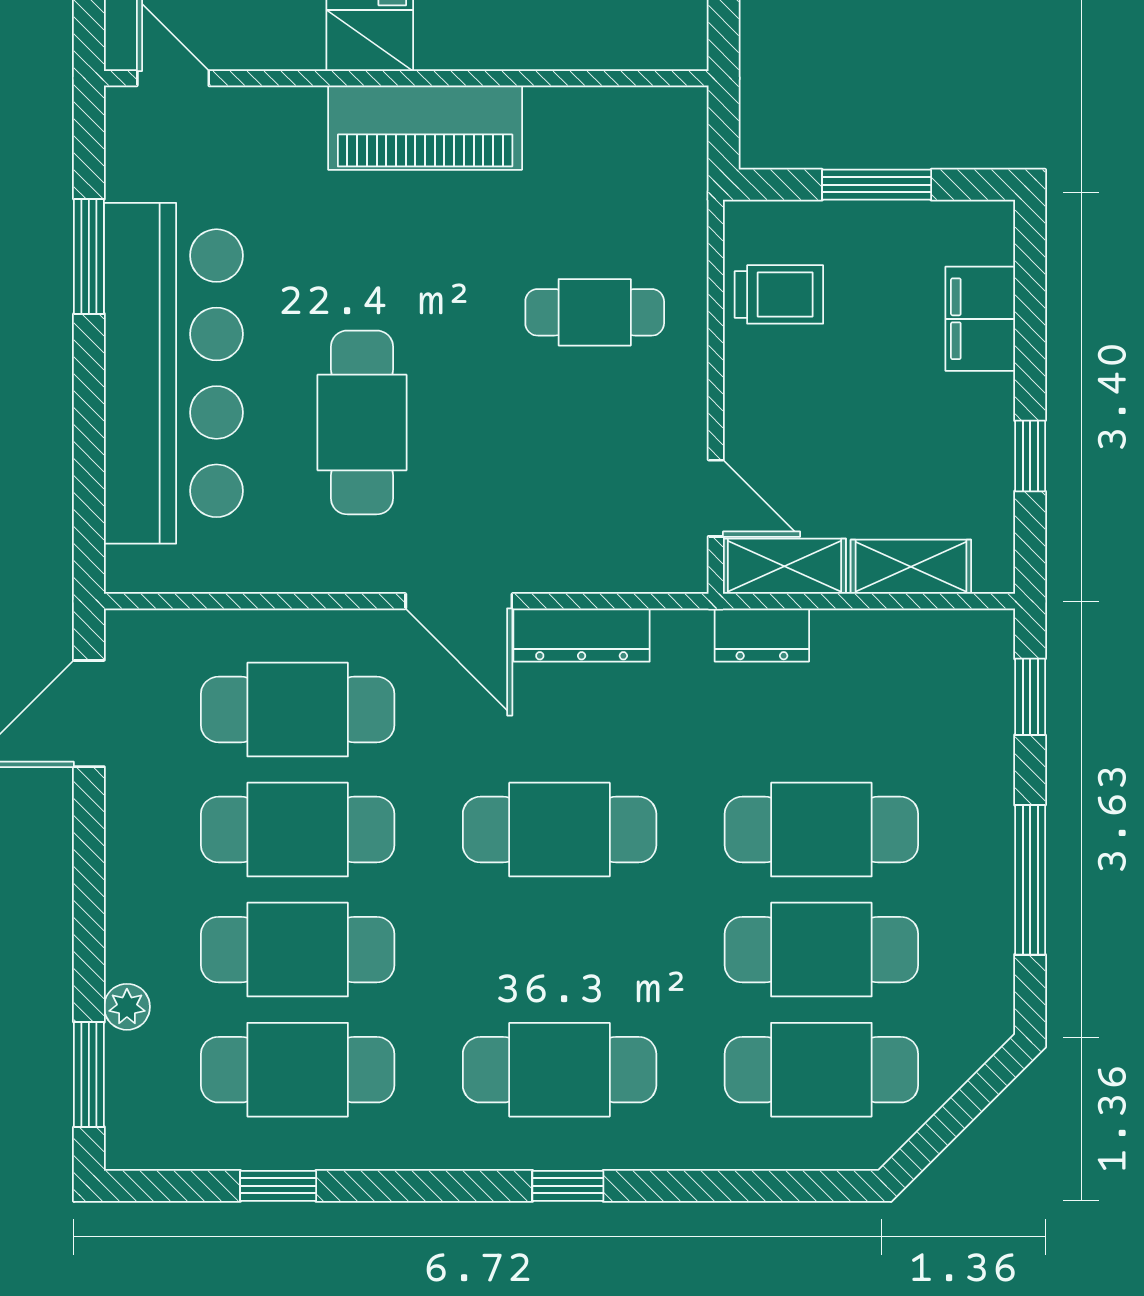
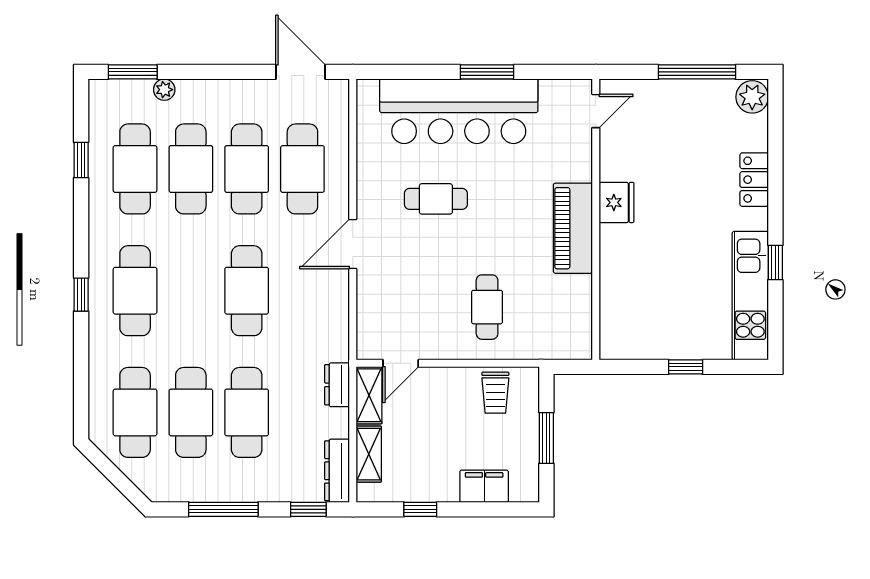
window: (89, 256) -> (487, 72), moved
cafe table: (362, 422) -> (436, 199), width x0.73, depth x0.74
dresser: (582, 635) -> (337, 471), moved

